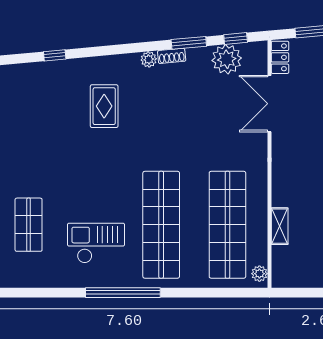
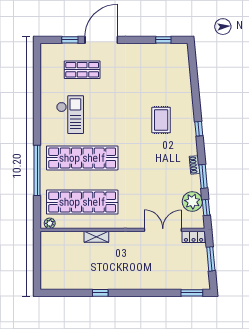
window: (55, 55) -> (199, 129), moved
plant: (149, 59) -> (192, 150), removed
rug: (104, 106) -> (161, 120), turned 90
shelving: (280, 226) -> (96, 237), moved
window: (123, 293) -> (37, 170), moved

